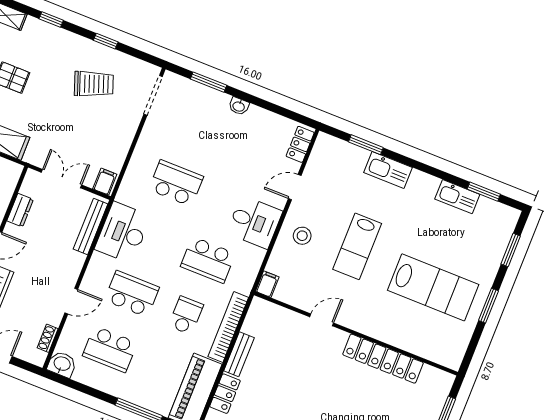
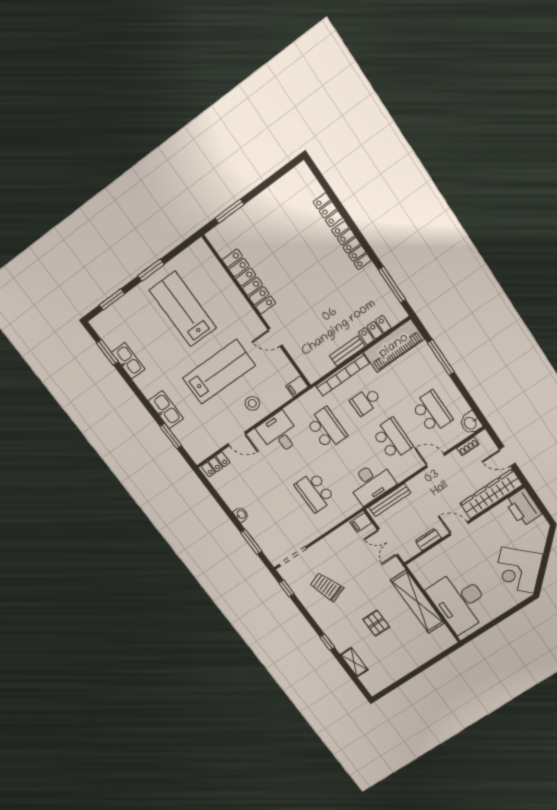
window: (106, 41) -> (286, 588), moved
lab bench: (357, 246) -> (219, 372), width x1.36, depth x1.39
school desk: (132, 294) -> (392, 439), turned 180

